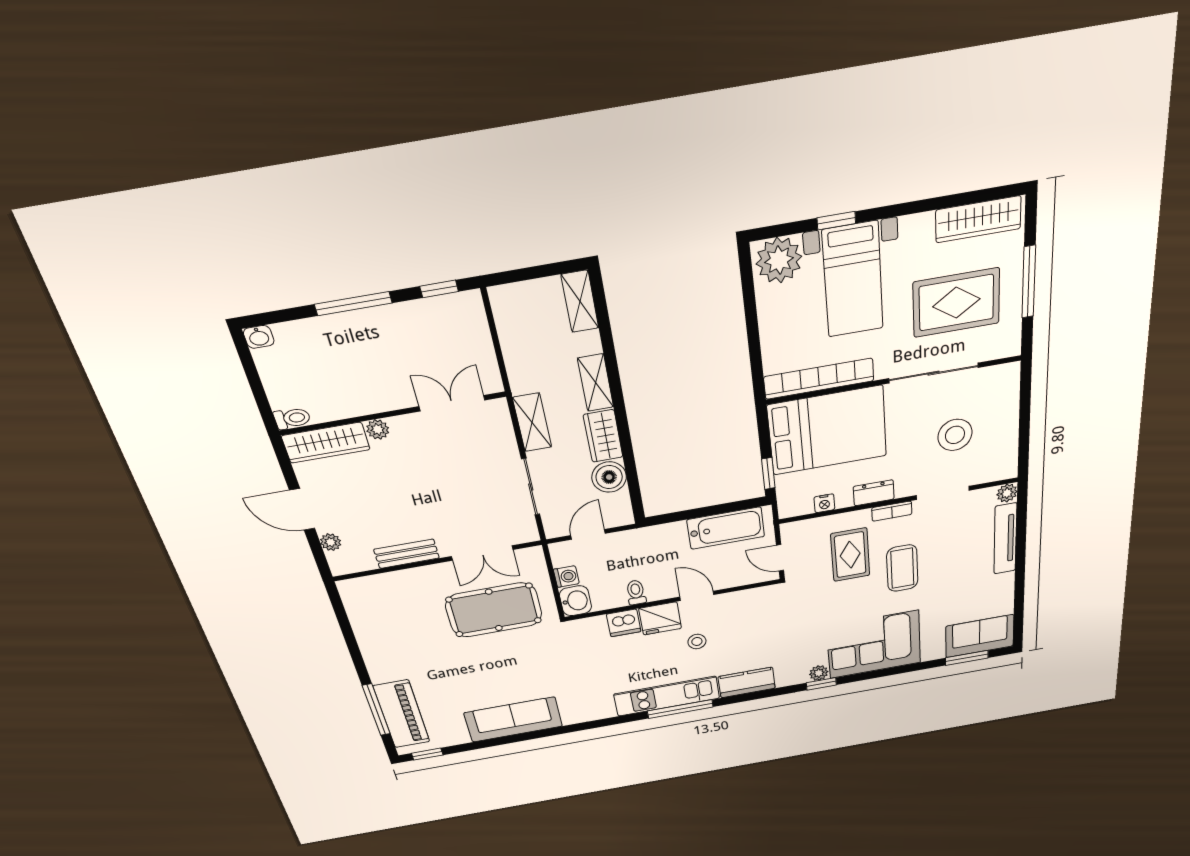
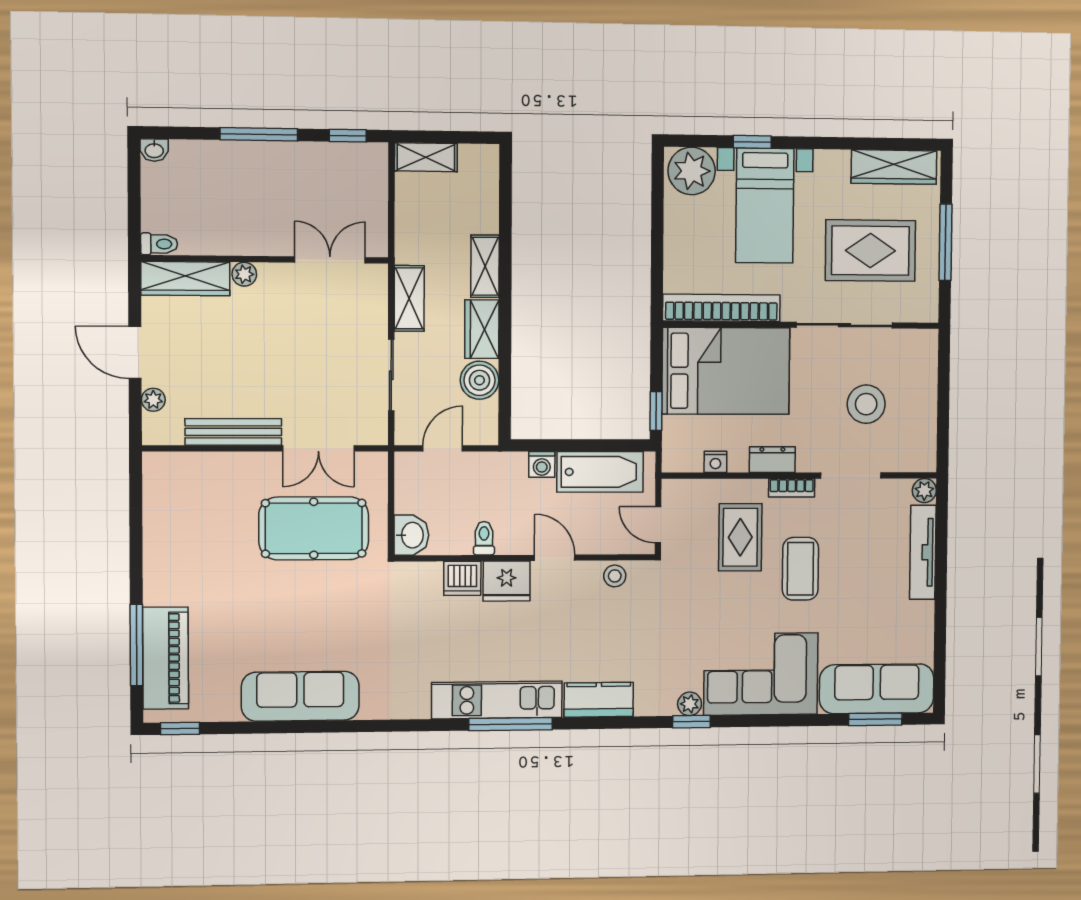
shelving: (580, 301) -> (426, 157), moved, turned 90
bench: (407, 554) -> (233, 432), width x1.36
washing machine: (566, 577) -> (542, 464), moved, turned 90
sofa: (980, 636) -> (877, 689), width x1.36
stool: (697, 641) -> (615, 576), moved

